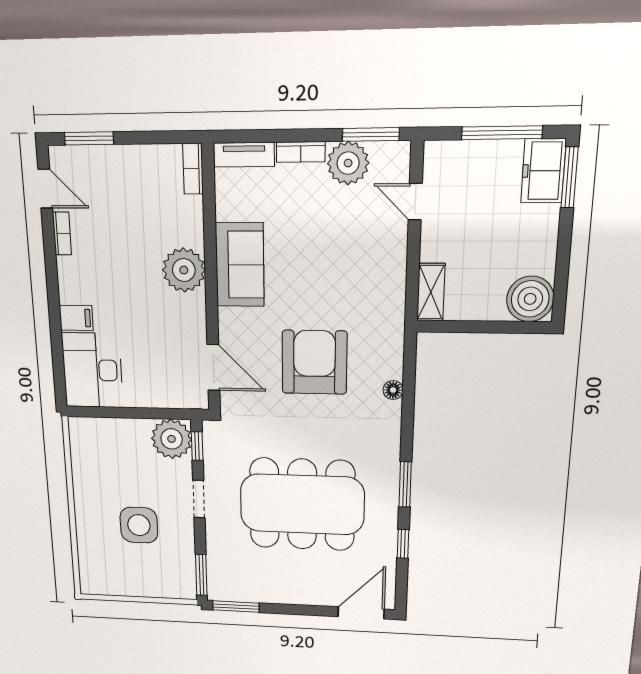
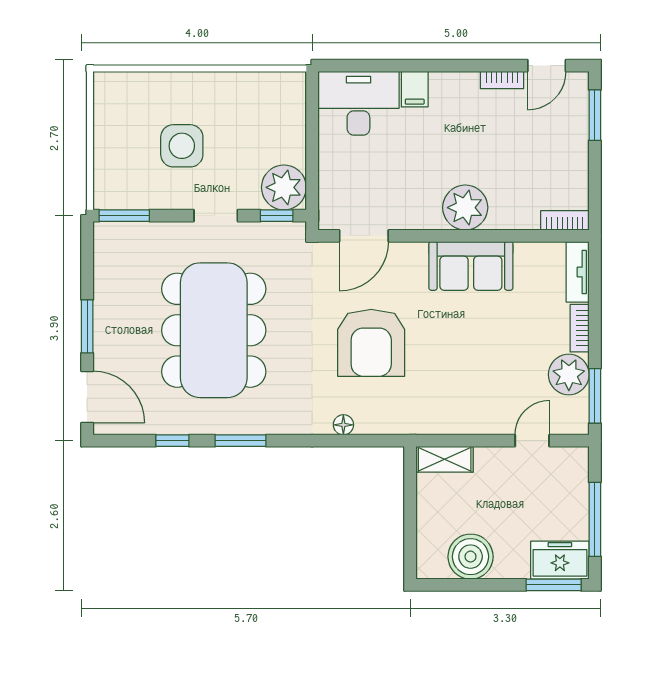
boiler: (530, 299) -> (471, 557), moved
armchair: (314, 362) -> (371, 343), turned 90
window: (236, 606) -> (87, 326), moved

